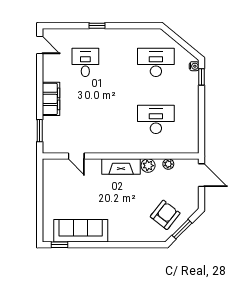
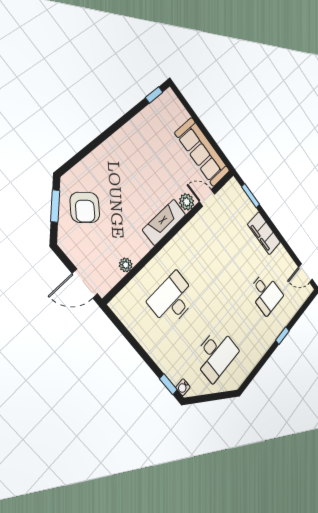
desk: (156, 119) -> (173, 299), turned 180
plant: (148, 166) -> (187, 202), moved
sofa: (81, 231) -> (203, 152), moved, turned 90

